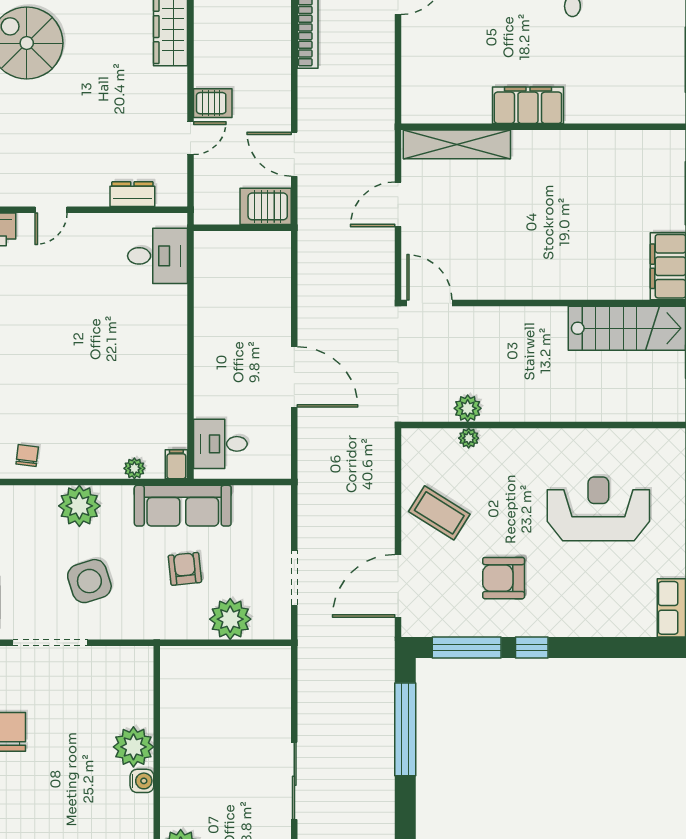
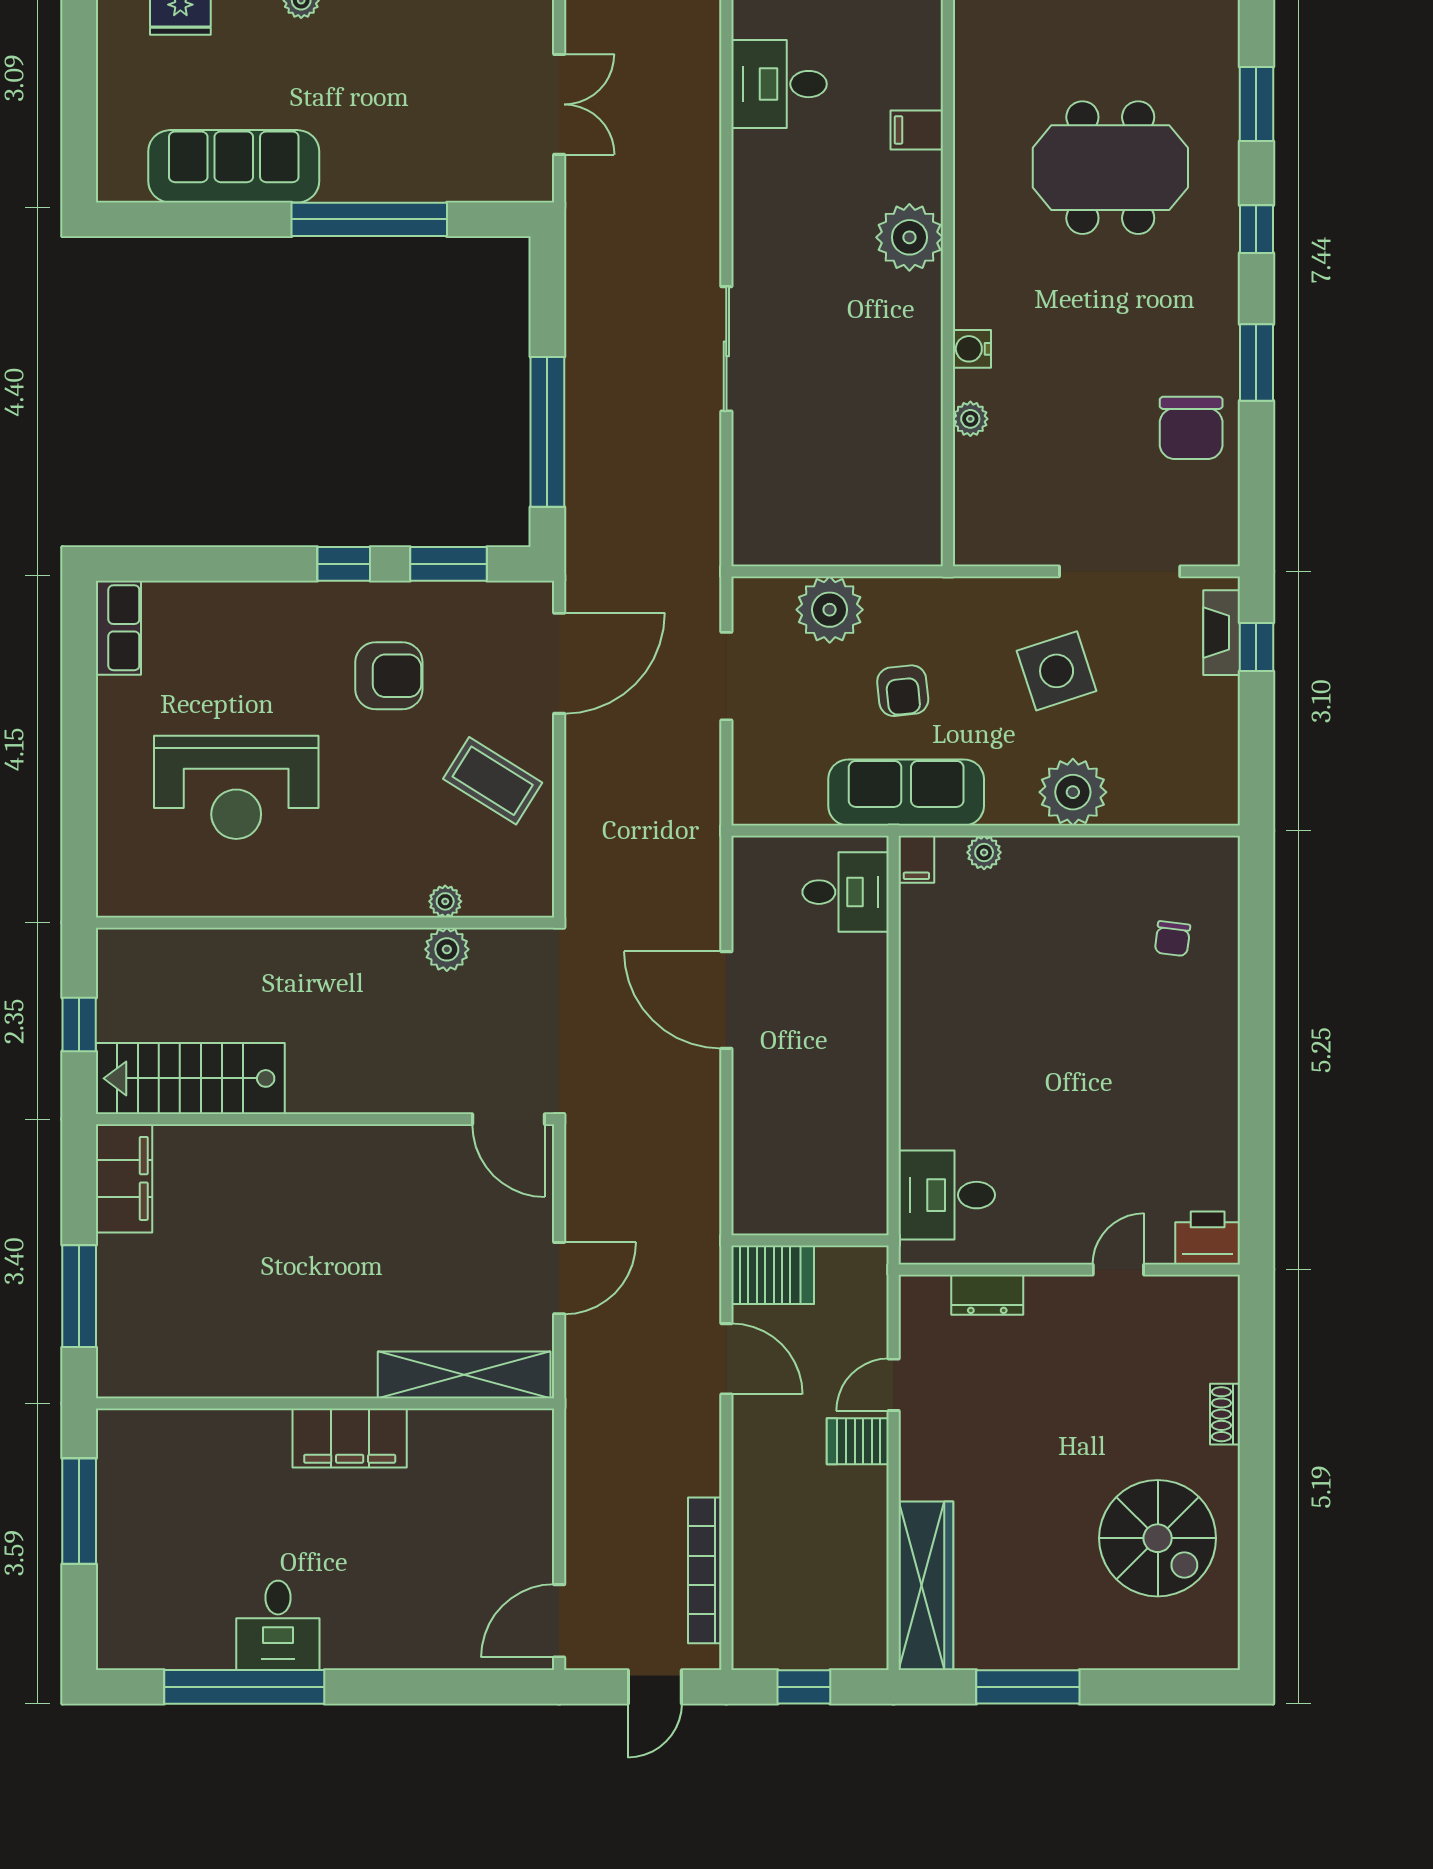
chair: (27, 455) -> (1172, 939), moved
window: (467, 648) -> (448, 564), width x0.69
plant: (133, 747) -> (970, 419), width x0.53, depth x0.53

